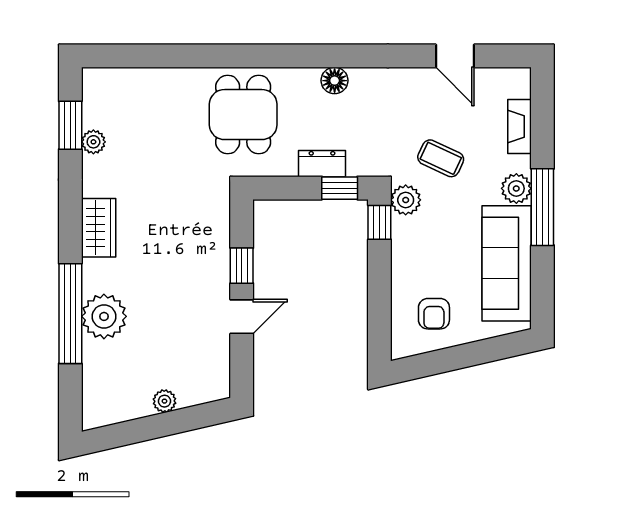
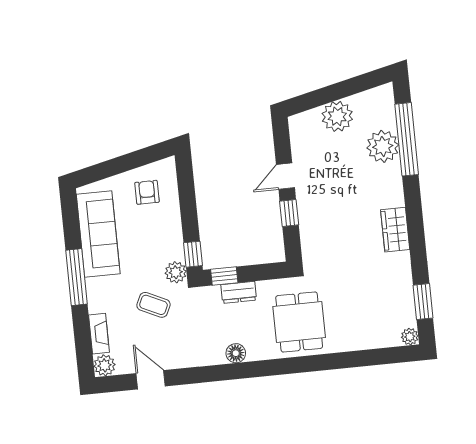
plant: (93, 142) -> (410, 337), moved
plant: (516, 188) -> (105, 365), moved
window: (70, 314) -> (407, 139), moved
plant: (104, 316) -> (383, 146), moved
plant: (164, 401) -> (337, 116), width x1.87, depth x1.87

